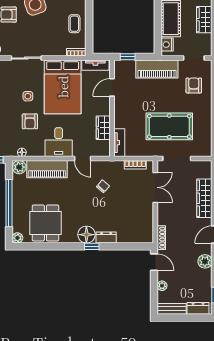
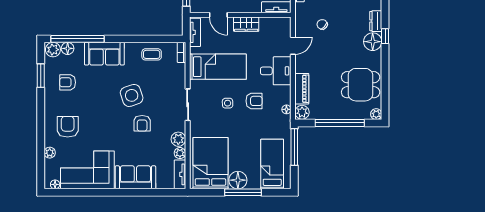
bed: (63, 87) -> (218, 67), width x0.67
wardrobe: (103, 128) -> (246, 24), moved
piano: (47, 169) -> (302, 89), width x0.73, depth x0.75

